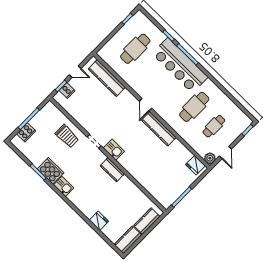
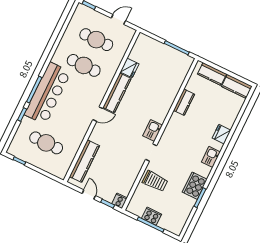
cooker: (67, 90) -> (119, 201), moved
cafe table: (214, 126) -> (96, 40), width x1.37, depth x1.35
cooker: (26, 132) -> (152, 216), moved
trolley: (67, 136) -> (155, 181), turned 90
plant: (210, 158) -> (129, 33), removed
fridge: (195, 165) -> (130, 68), moved
kitchen counter: (112, 170) -> (184, 102), moved
kitchen sink: (64, 186) -> (211, 157), moved
fridge: (99, 221) -> (222, 134), moved

